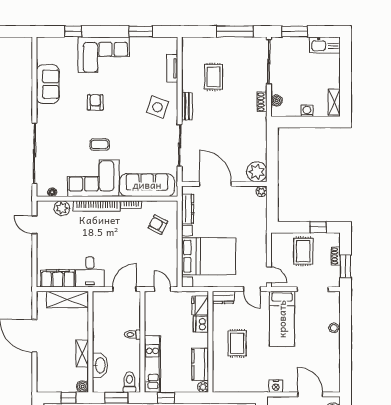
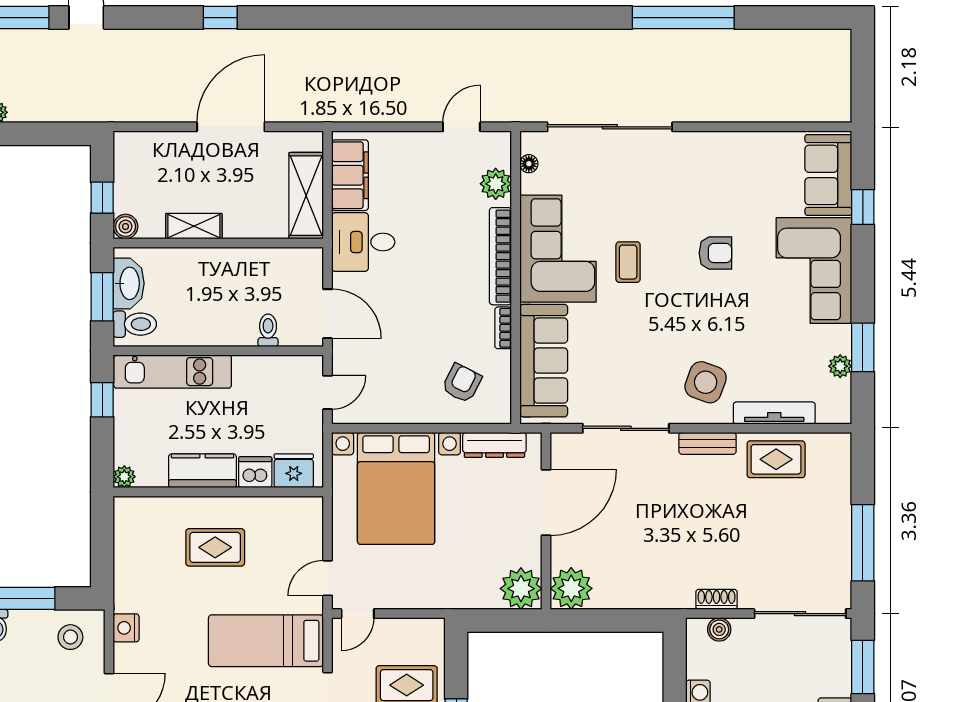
plant: (150, 42) -> (840, 366), added
tv unit: (172, 68) -> (774, 413), width x1.41
rug: (213, 77) -> (776, 459), moved
sofa: (48, 84) -> (828, 175), moved, turned 90
plant: (262, 191) -> (521, 589), width x1.87, depth x1.87
dresser: (223, 297) -> (311, 519), removed
toilet: (132, 335) -> (268, 330), moved
kitchen counter: (200, 364) -> (202, 471), moved
washbasin: (100, 365) -> (129, 283), moved, turned -90

